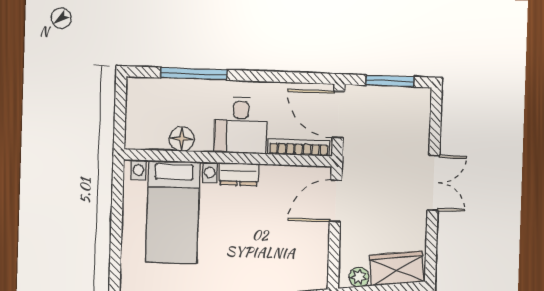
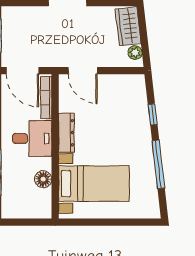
door: (339, 115) -> (23, 71), hinge flipped
dresser: (239, 174) -> (66, 133), width x1.44

